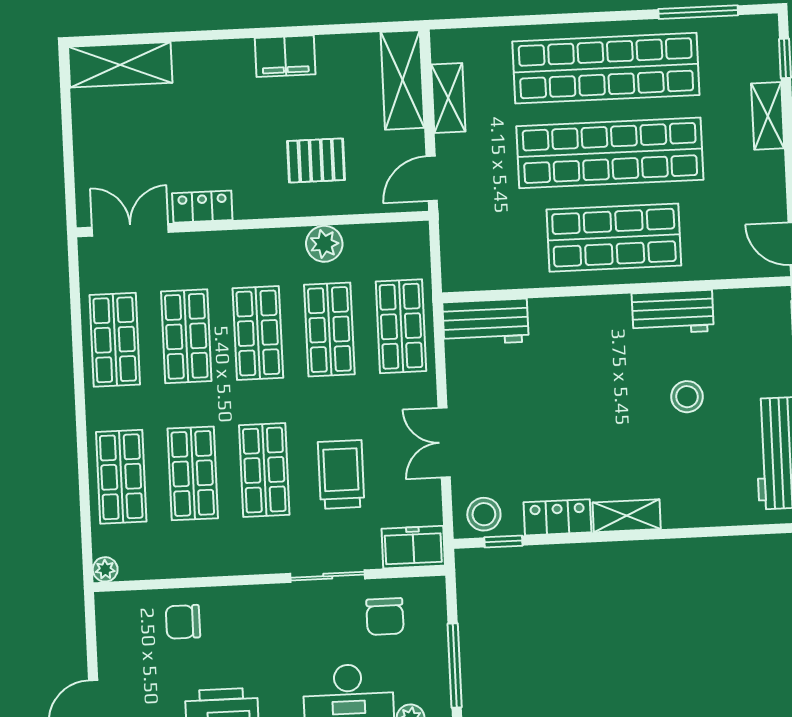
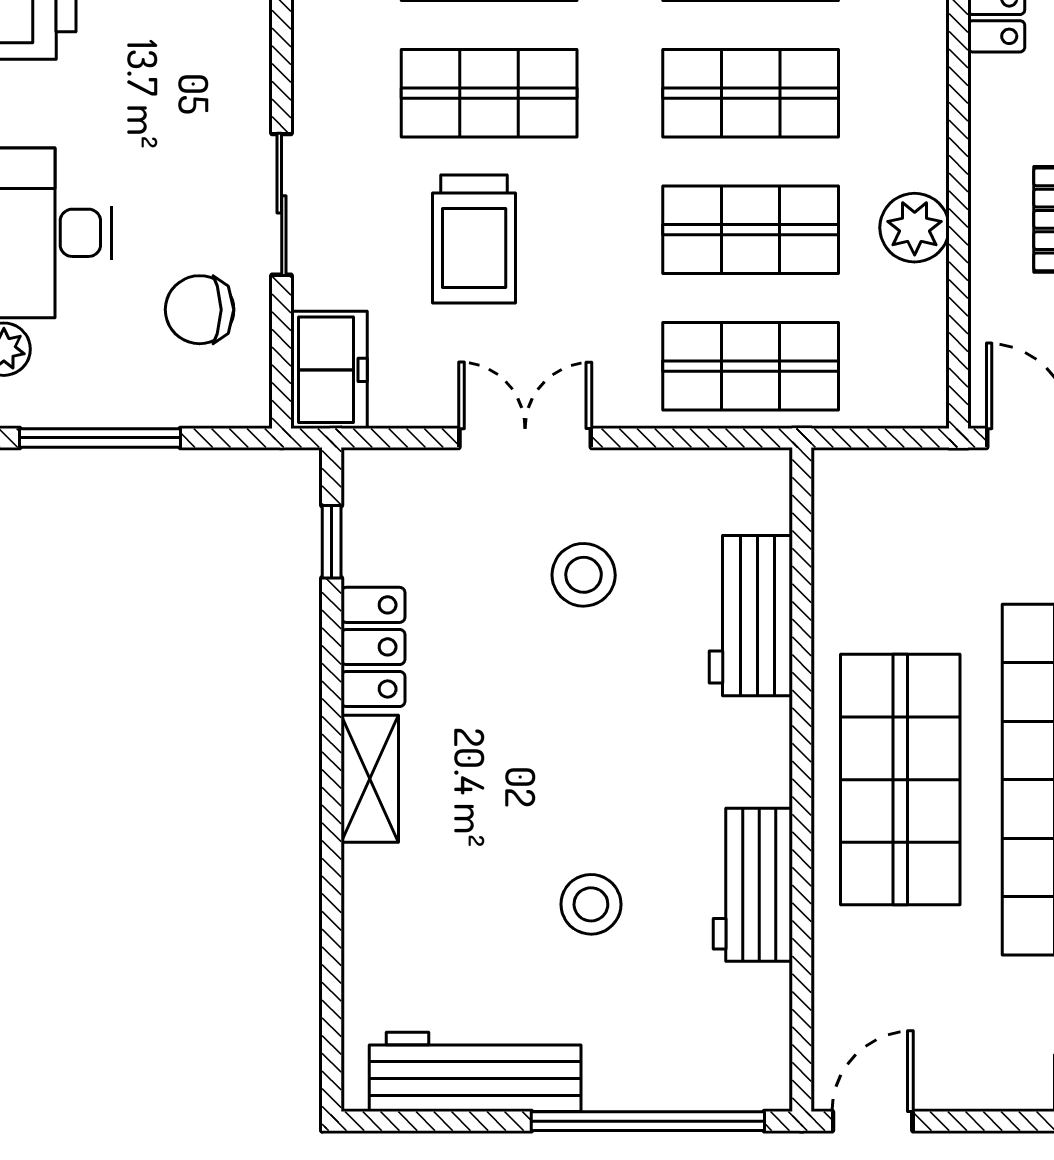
workbench: (486, 322) -> (751, 616), moved
trolley: (341, 474) -> (474, 239), turned 90
stool: (484, 514) -> (584, 575), moved

